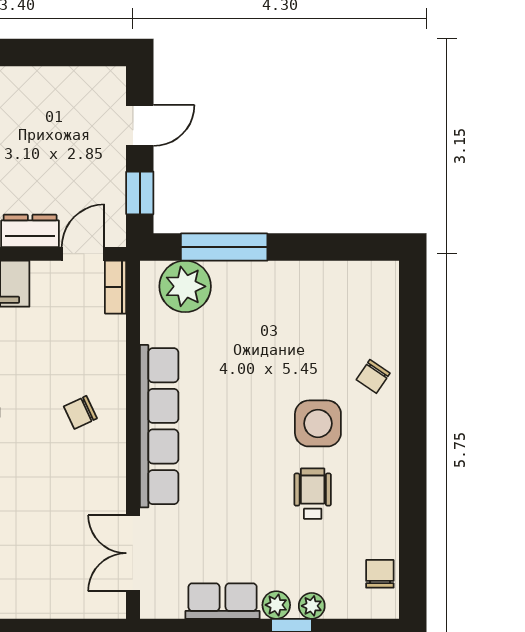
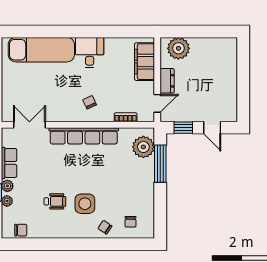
door: (83, 254) -> (157, 103), hinge flipped
bookcase: (116, 287) -> (126, 117), moved
chair: (360, 317) -> (130, 222), added

